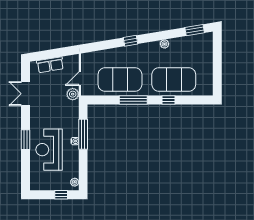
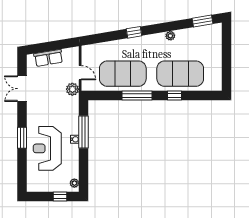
door: (80, 79) -> (80, 73), swing flipped

